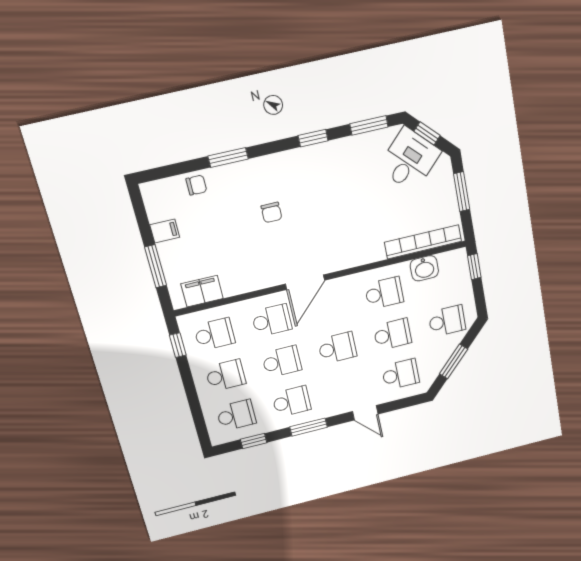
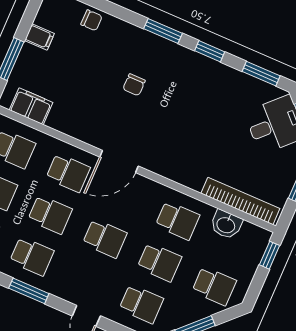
window: (228, 157) -> (163, 31), moved

